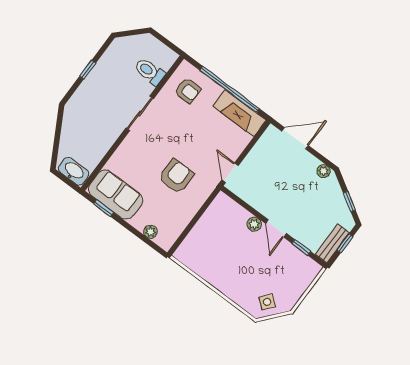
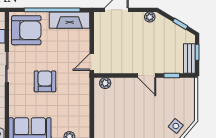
armchair: (188, 90) -> (26, 30), width x1.88, depth x1.88
door: (230, 173) -> (92, 62), hinge flipped
armchair: (176, 176) -> (45, 81), moved
plant: (254, 224) -> (105, 83), moved

